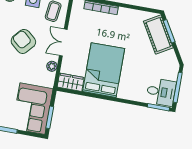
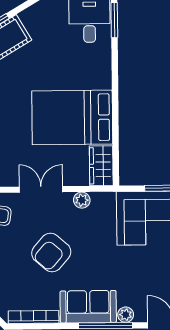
double door: (63, 43) -> (41, 189), swing flipped

